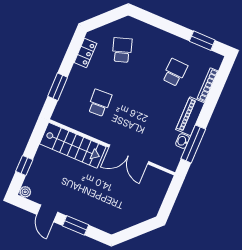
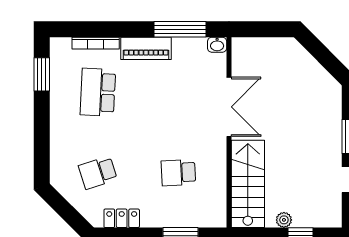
school desk: (175, 72) -> (98, 92), width x1.85
washbasin: (182, 141) -> (217, 45), moved
plant: (25, 192) -> (284, 220), moved

